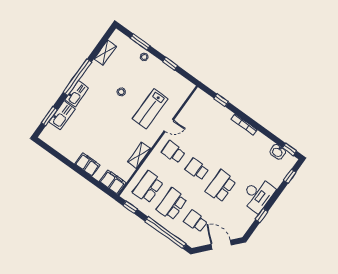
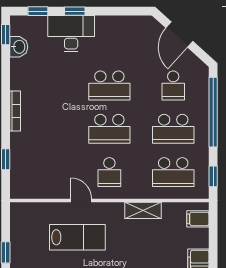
school desk: (197, 169) -> (109, 129), width x1.85
filing cabinet: (113, 182) -> (198, 219), width x0.50
desk: (258, 195) -> (71, 34), moved
window: (262, 215) -> (75, 11), moved

